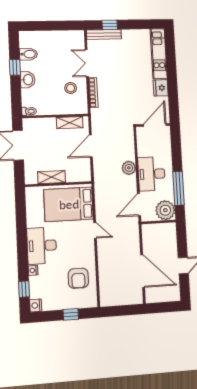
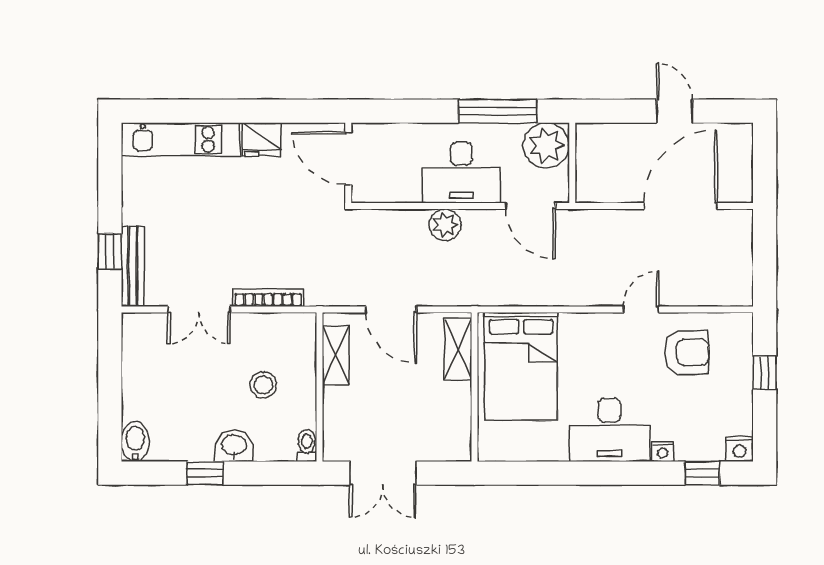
bidet: (28, 54) -> (135, 442), moved
stool: (71, 88) -> (263, 385), moved
shelving: (52, 177) -> (458, 349), moved
door: (95, 230) -> (641, 309), moved

